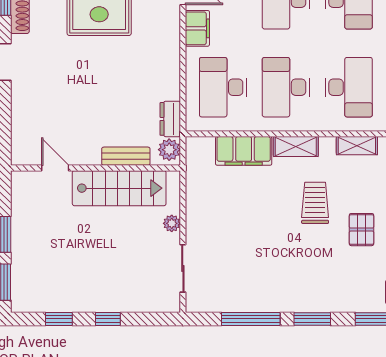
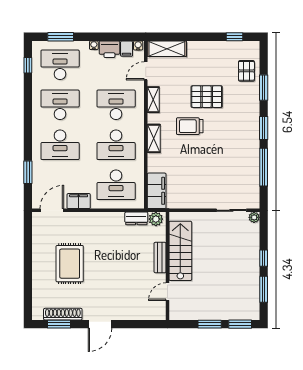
filing cabinet: (244, 151) -> (157, 191), moved
bench: (126, 156) -> (160, 258), moved
plant: (172, 223) -> (254, 217), moved
pallet: (362, 230) -> (207, 97), width x1.50, depth x1.42
window: (59, 319) -> (264, 289), width x1.50

